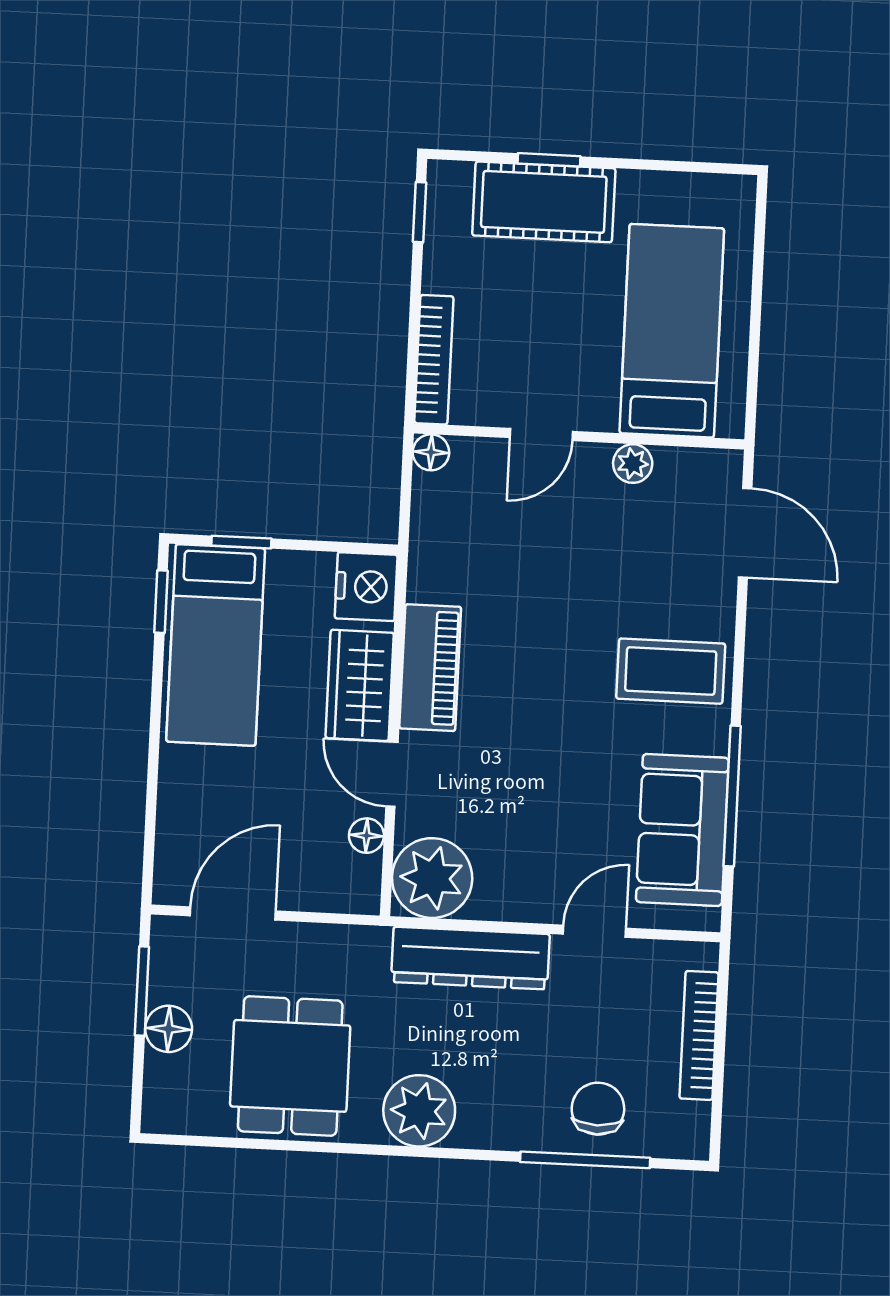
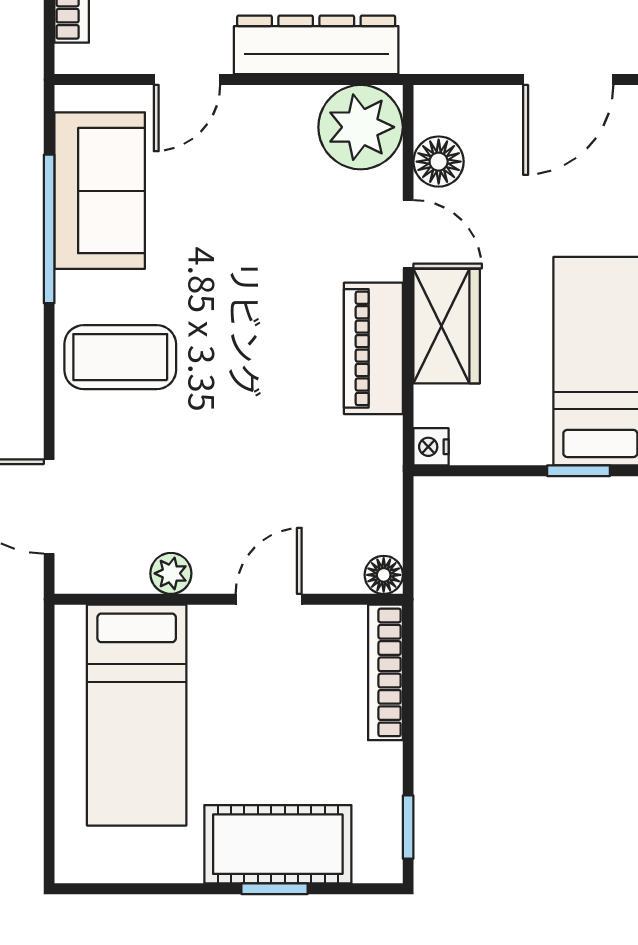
nightstand: (366, 587) -> (431, 447), width x0.53, depth x0.56
floor lamp: (366, 836) -> (439, 162), width x1.37, depth x1.37

